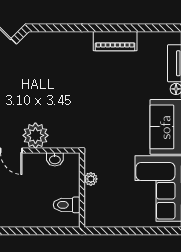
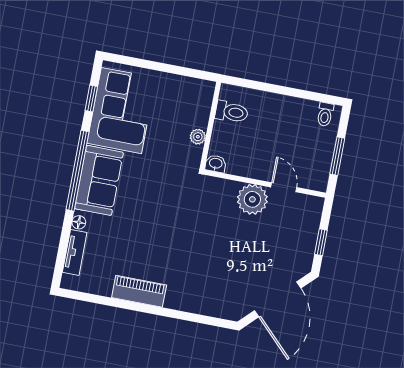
washbasin: (55, 159) -> (216, 164), moved

